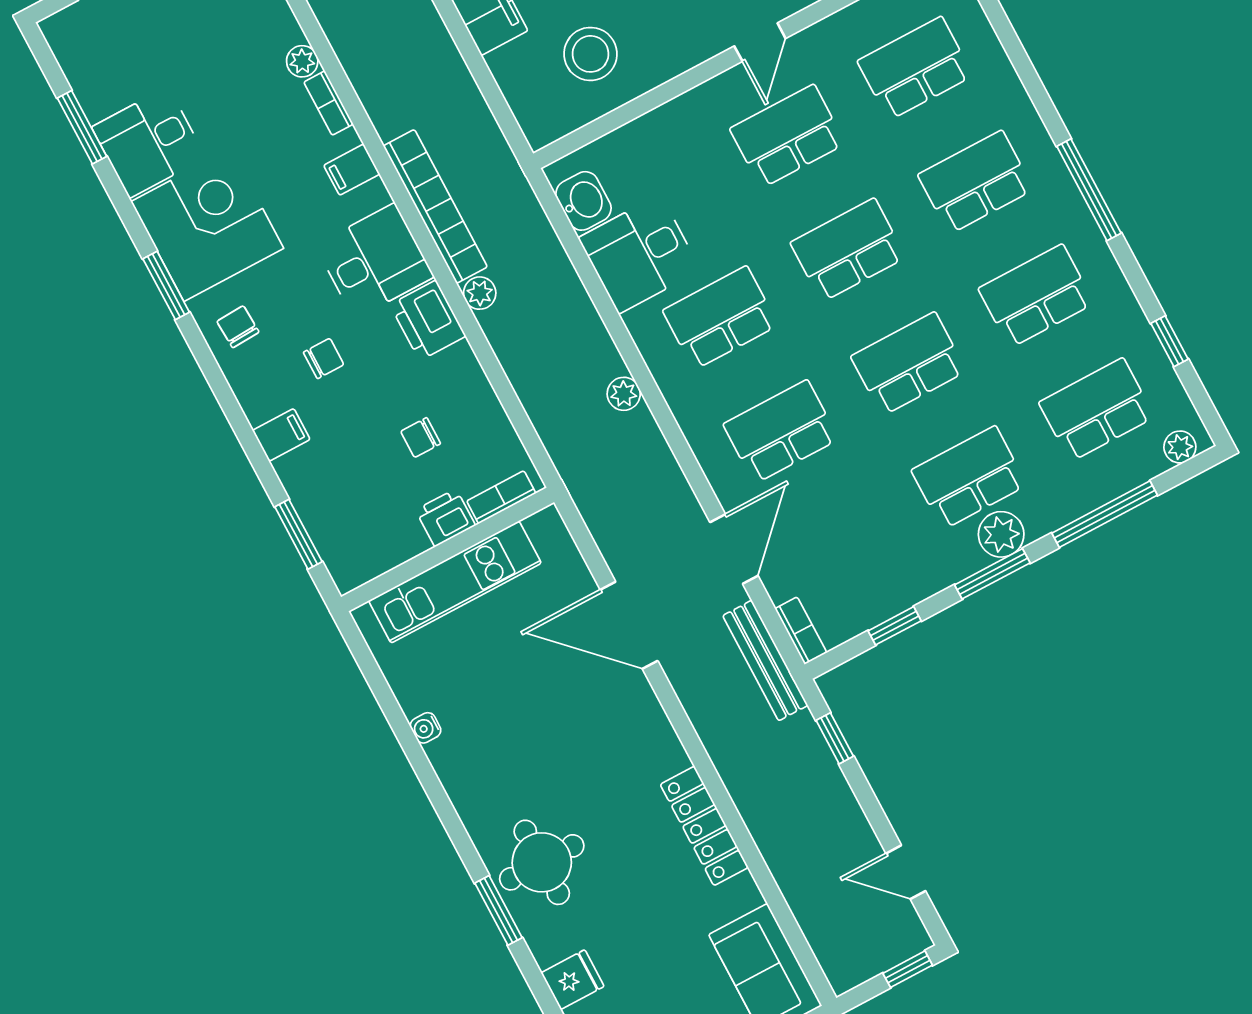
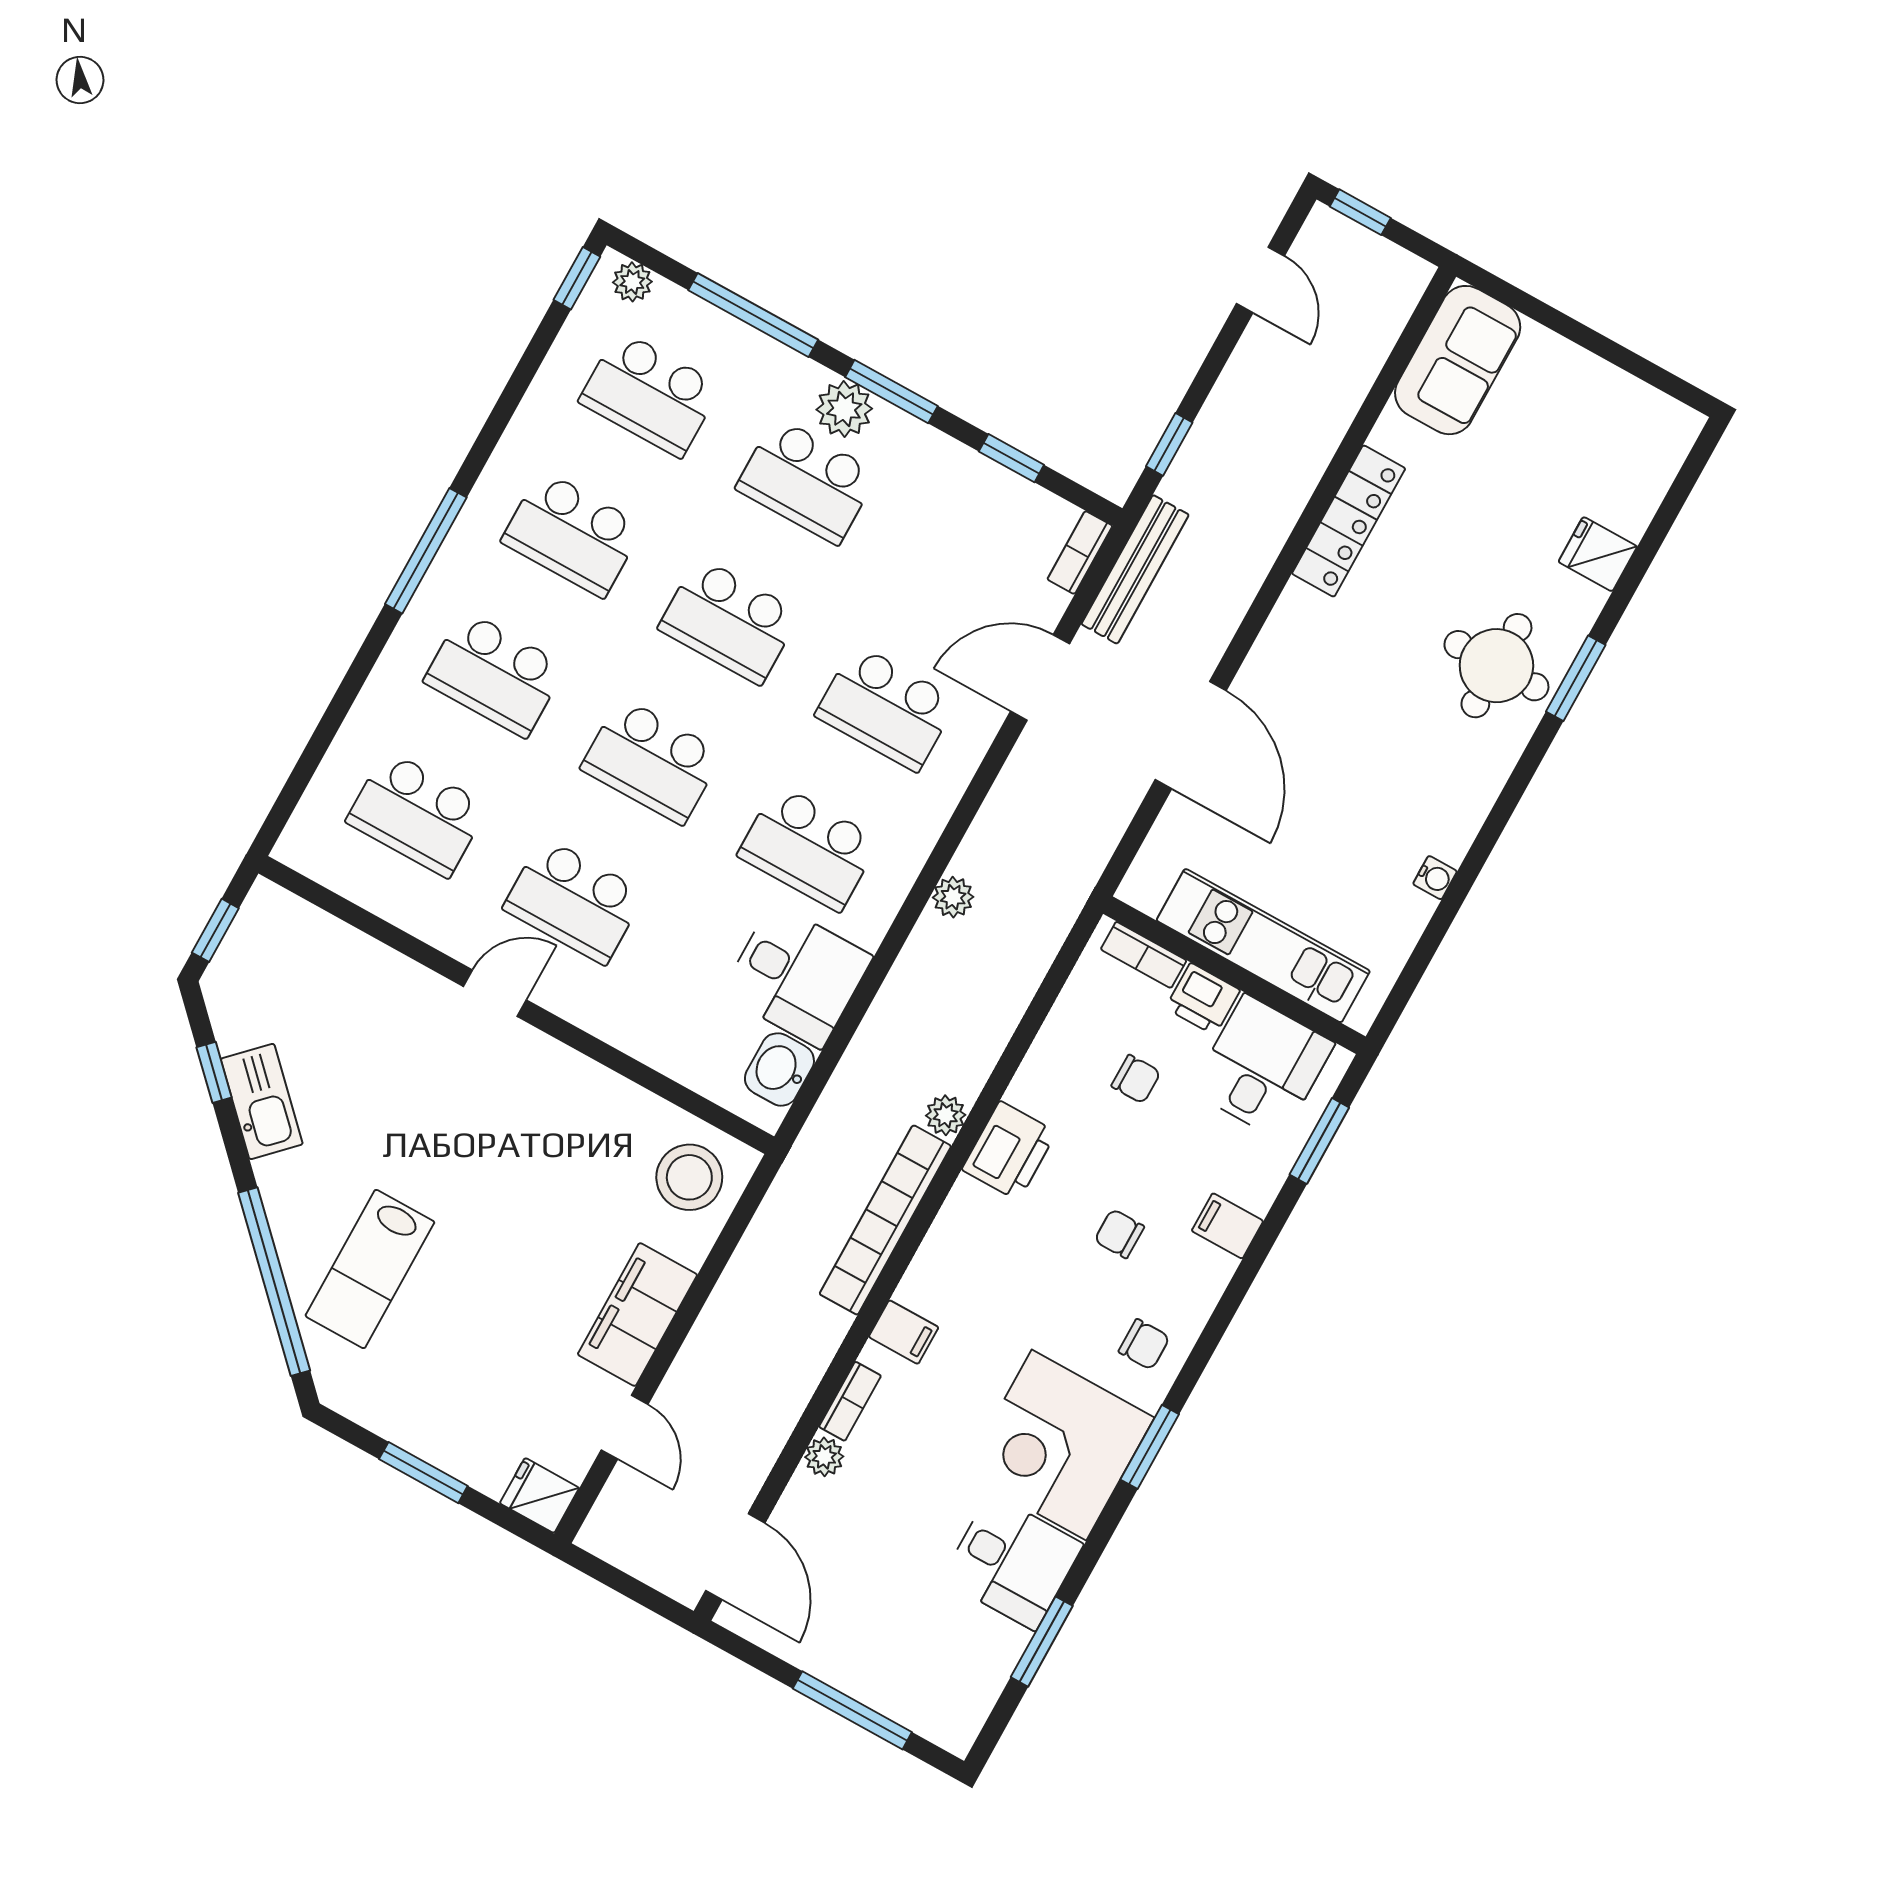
stool: (590, 54) -> (689, 1177), moved
desk: (374, 261) -> (1263, 1067), moved, turned 90
chair: (238, 327) -> (1144, 1344), turned -87
window: (1170, 341) -> (577, 278), moved

